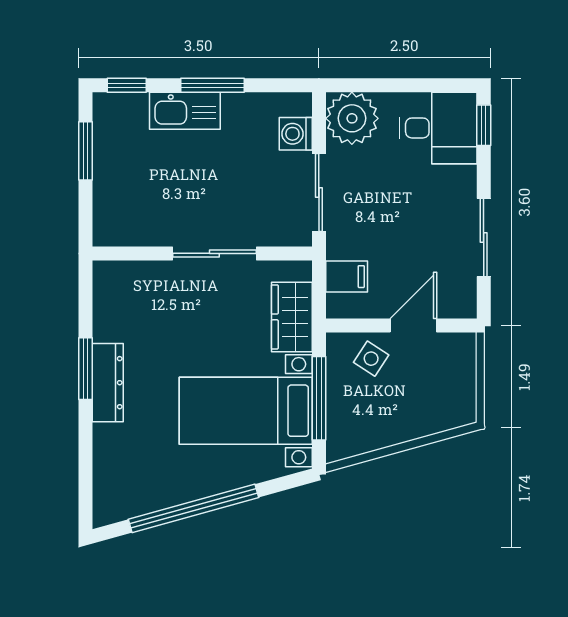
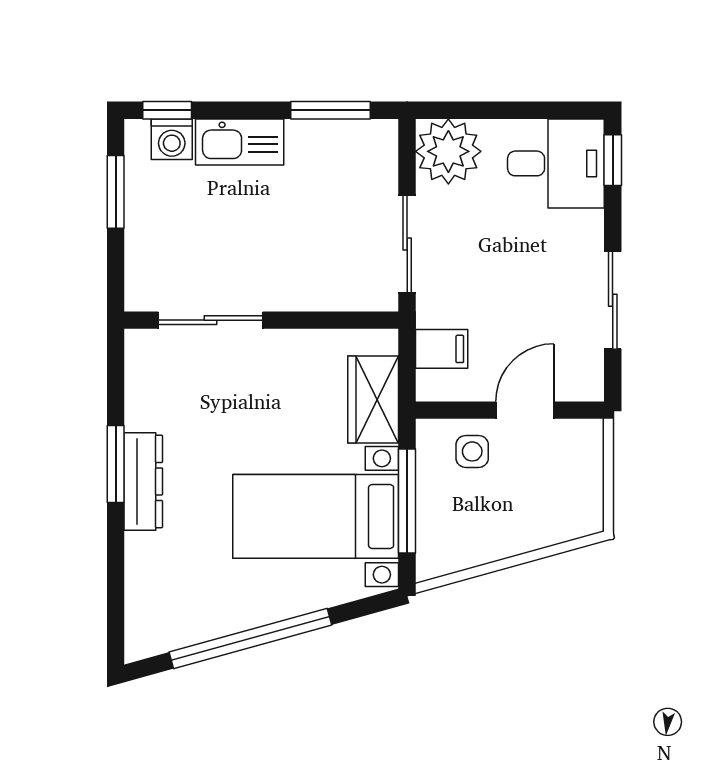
window: (212, 85) -> (330, 110), moved
washing machine: (296, 134) -> (172, 139), moved, turned -90
sliding door: (214, 253) -> (211, 320), moved
side table: (371, 359) -> (472, 451), turned -33

